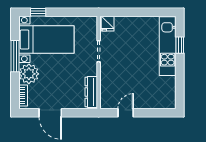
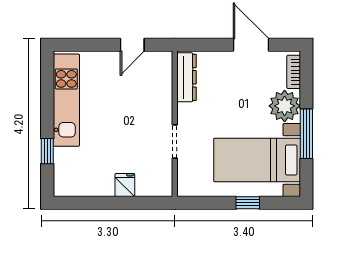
window: (38, 12) -> (248, 203), moved
fridge: (108, 24) -> (125, 185), moved
kitchen unit: (168, 46) -> (66, 100), moved

